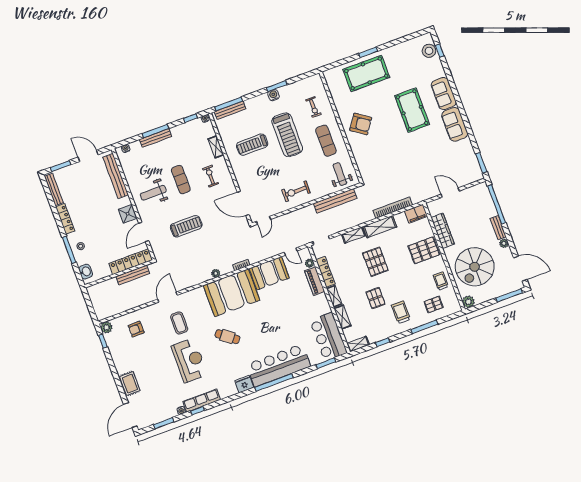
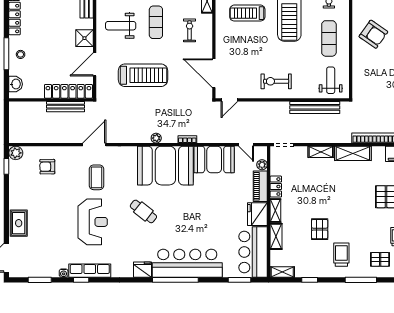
treadmill: (186, 226) -> (143, 75), width x1.37, depth x1.38
pallet: (375, 262) -> (334, 190), removed
locker: (325, 272) -> (276, 187), width x0.66
fridge: (321, 305) -> (257, 214), added

